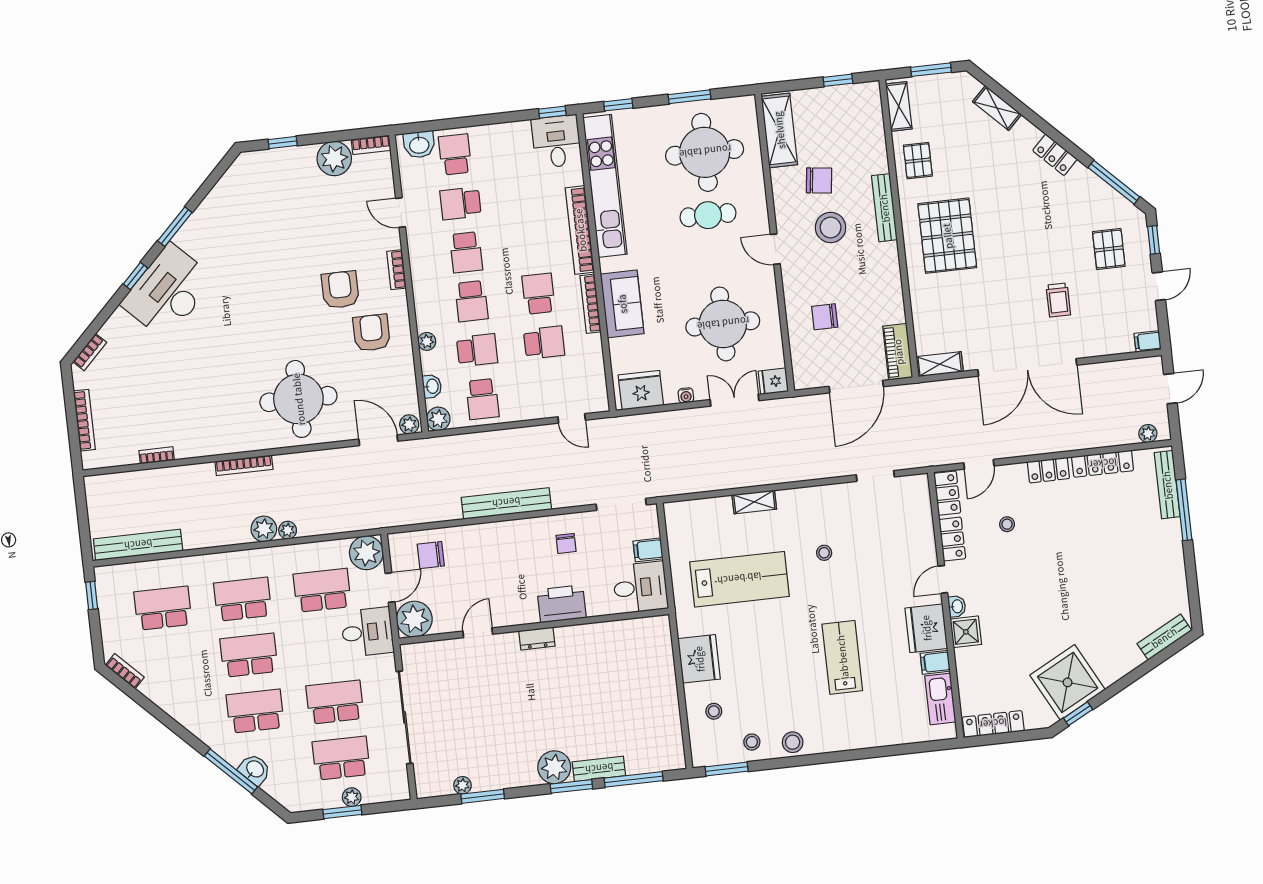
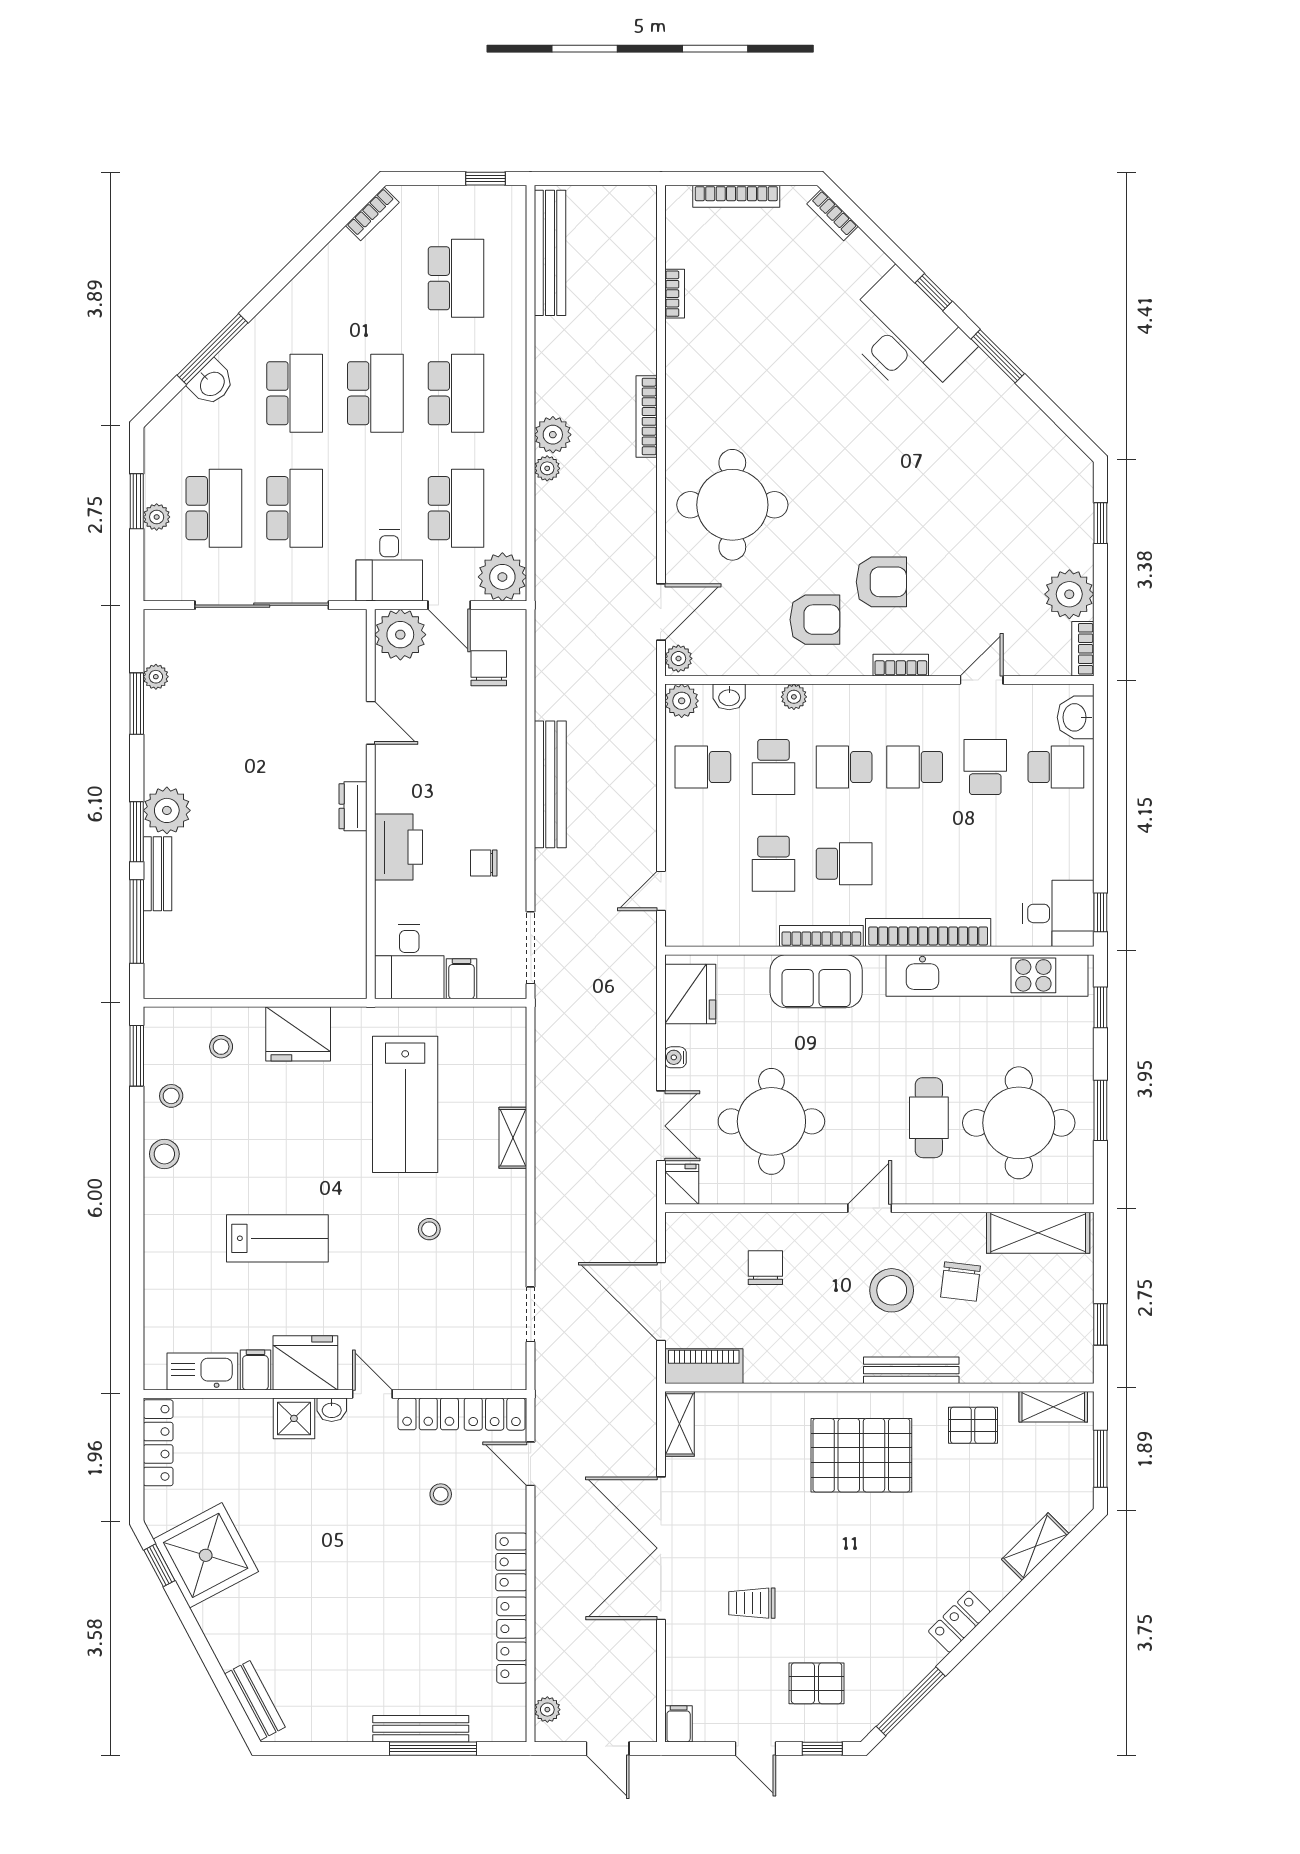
bench: (1167, 485) -> (421, 1729), moved

